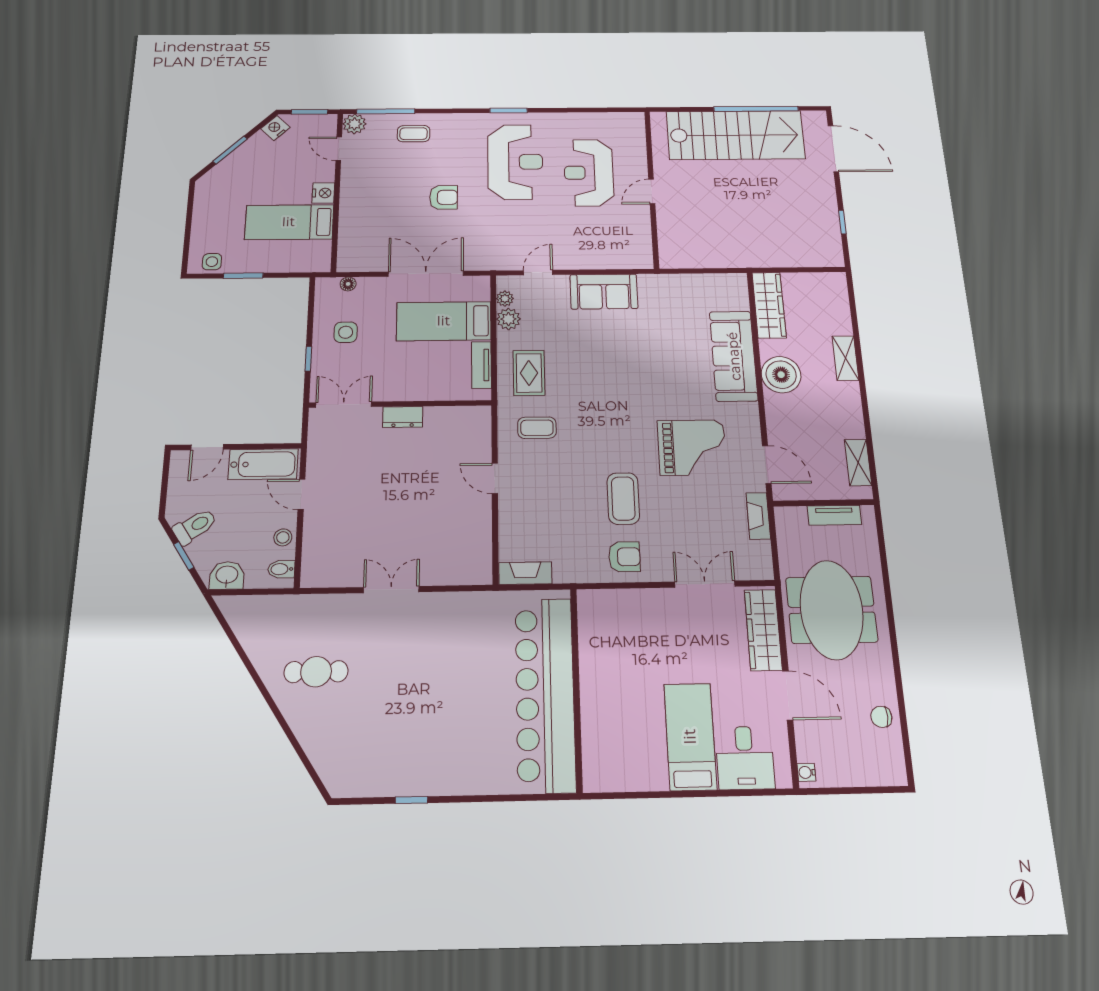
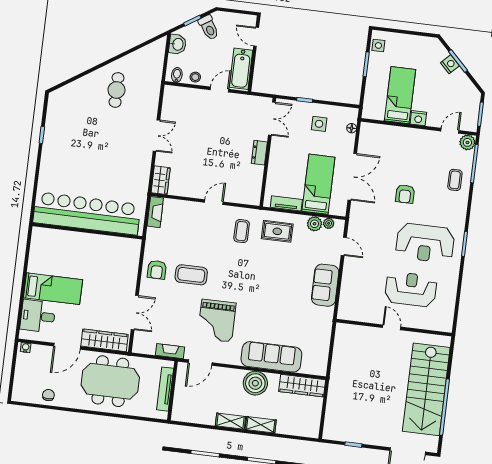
nightstand: (275, 128) -> (450, 64), moved
shelving: (858, 463) -> (230, 421), moved
tv unit: (834, 515) -> (165, 389), width x1.41
wardrobe: (469, 572) -> (161, 180), added

